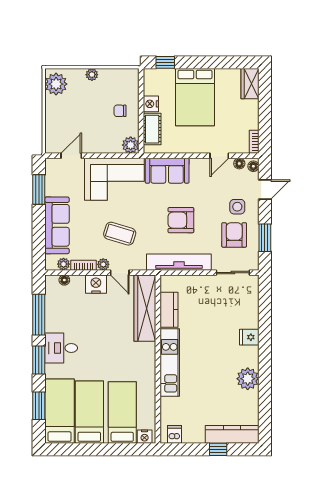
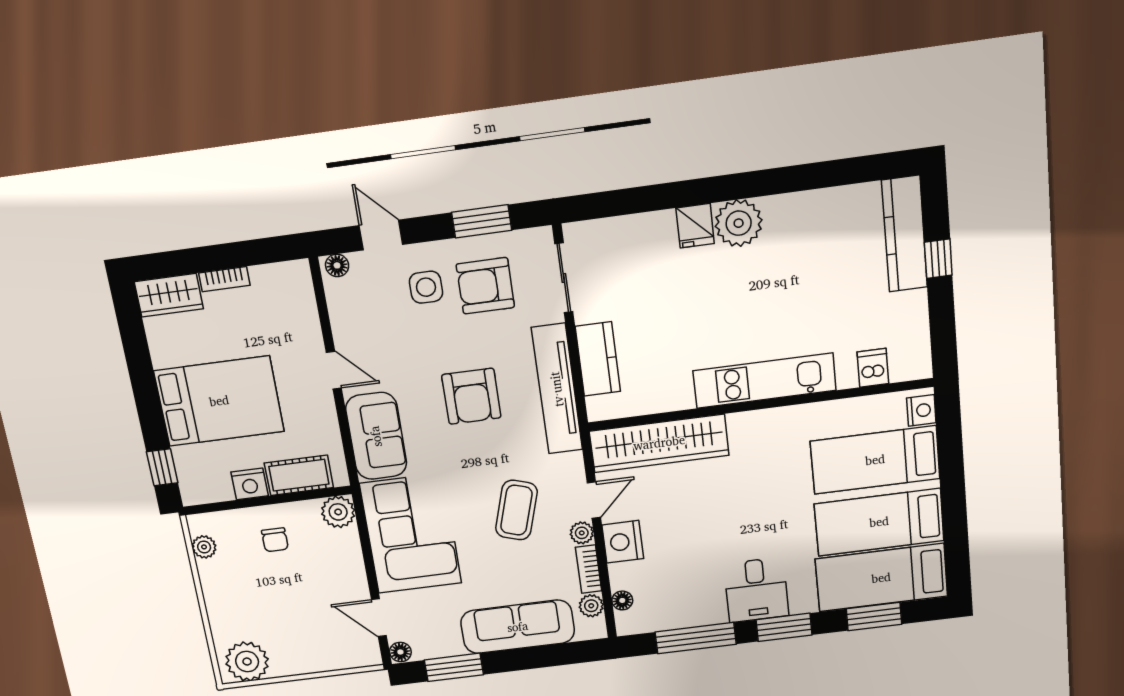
plant: (92, 75) -> (204, 547), moved
bookcase: (254, 142) -> (224, 279), moved
door: (219, 156) -> (334, 370), moved
floor lamp: (239, 164) -> (400, 652), moved
kitchen counter: (169, 310) -> (598, 359), moved, turned 90
plant: (248, 379) -> (739, 223), moved
dishwasher: (174, 434) -> (873, 368), moved, turned 90

